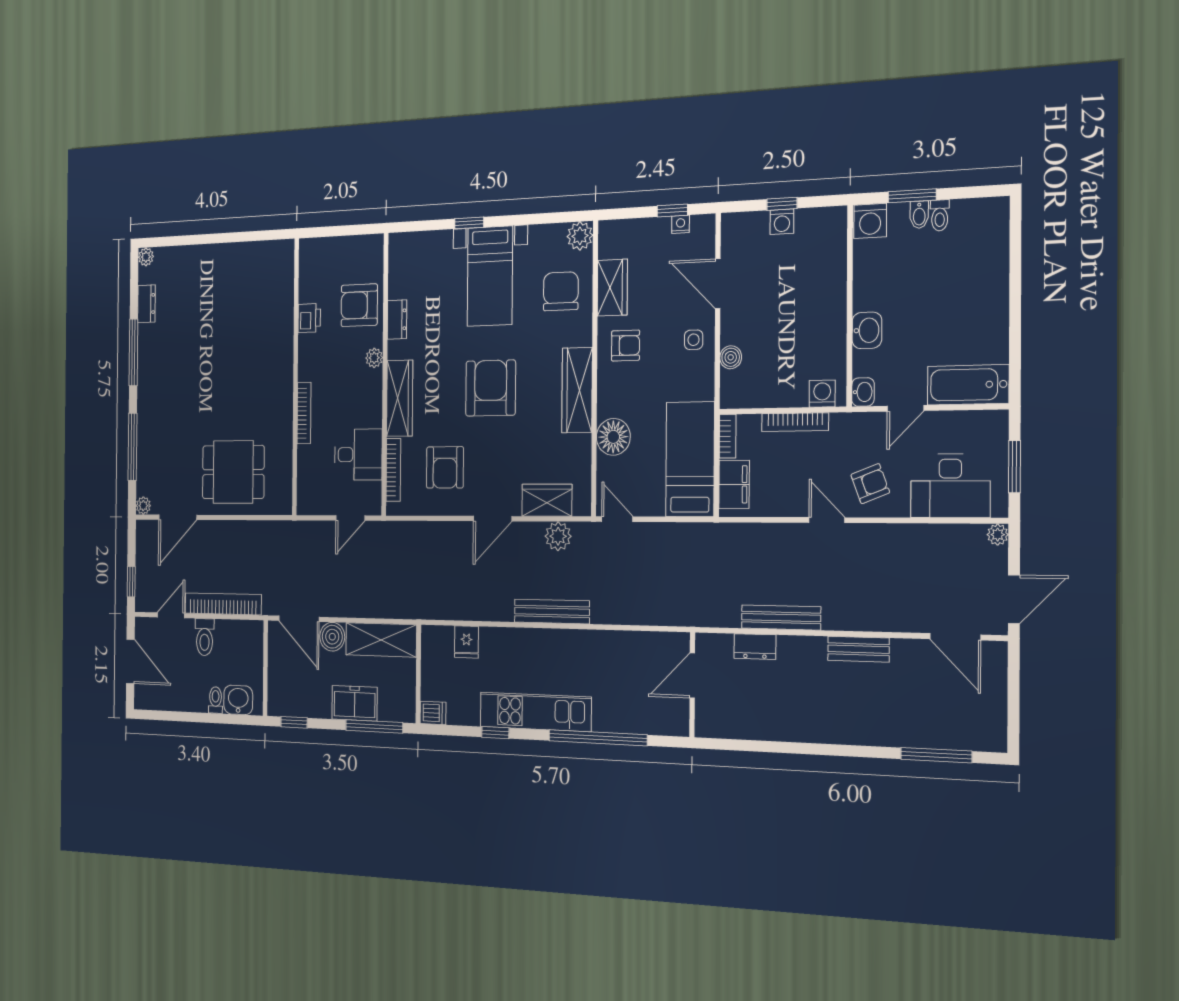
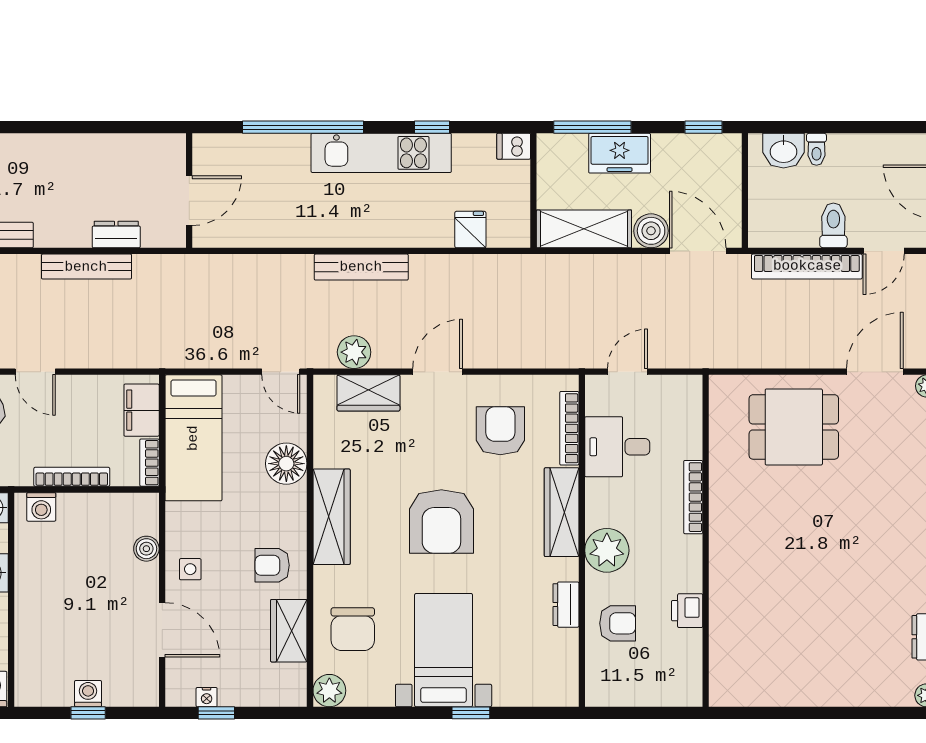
armchair: (359, 305) -> (618, 623), width x0.72, depth x0.72
plant: (374, 358) -> (607, 550), width x1.87, depth x1.87

